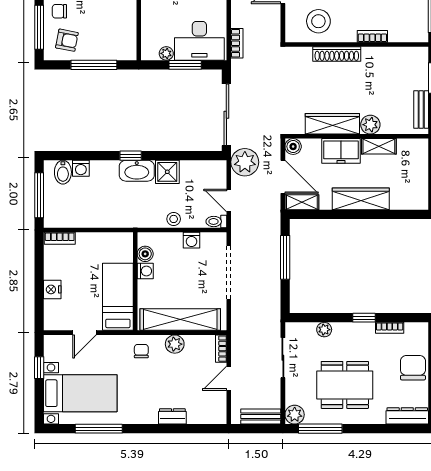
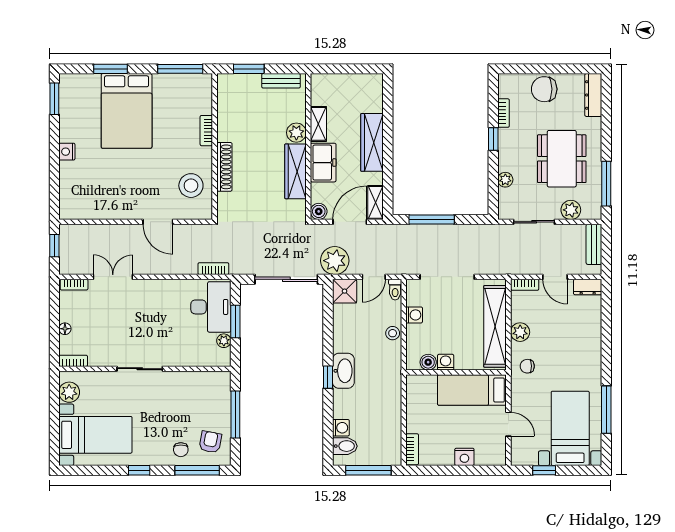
shower: (167, 172) -> (345, 291), moved
plant: (295, 415) -> (571, 210), moved
dresser: (172, 416) -> (588, 287), moved, turned -90

